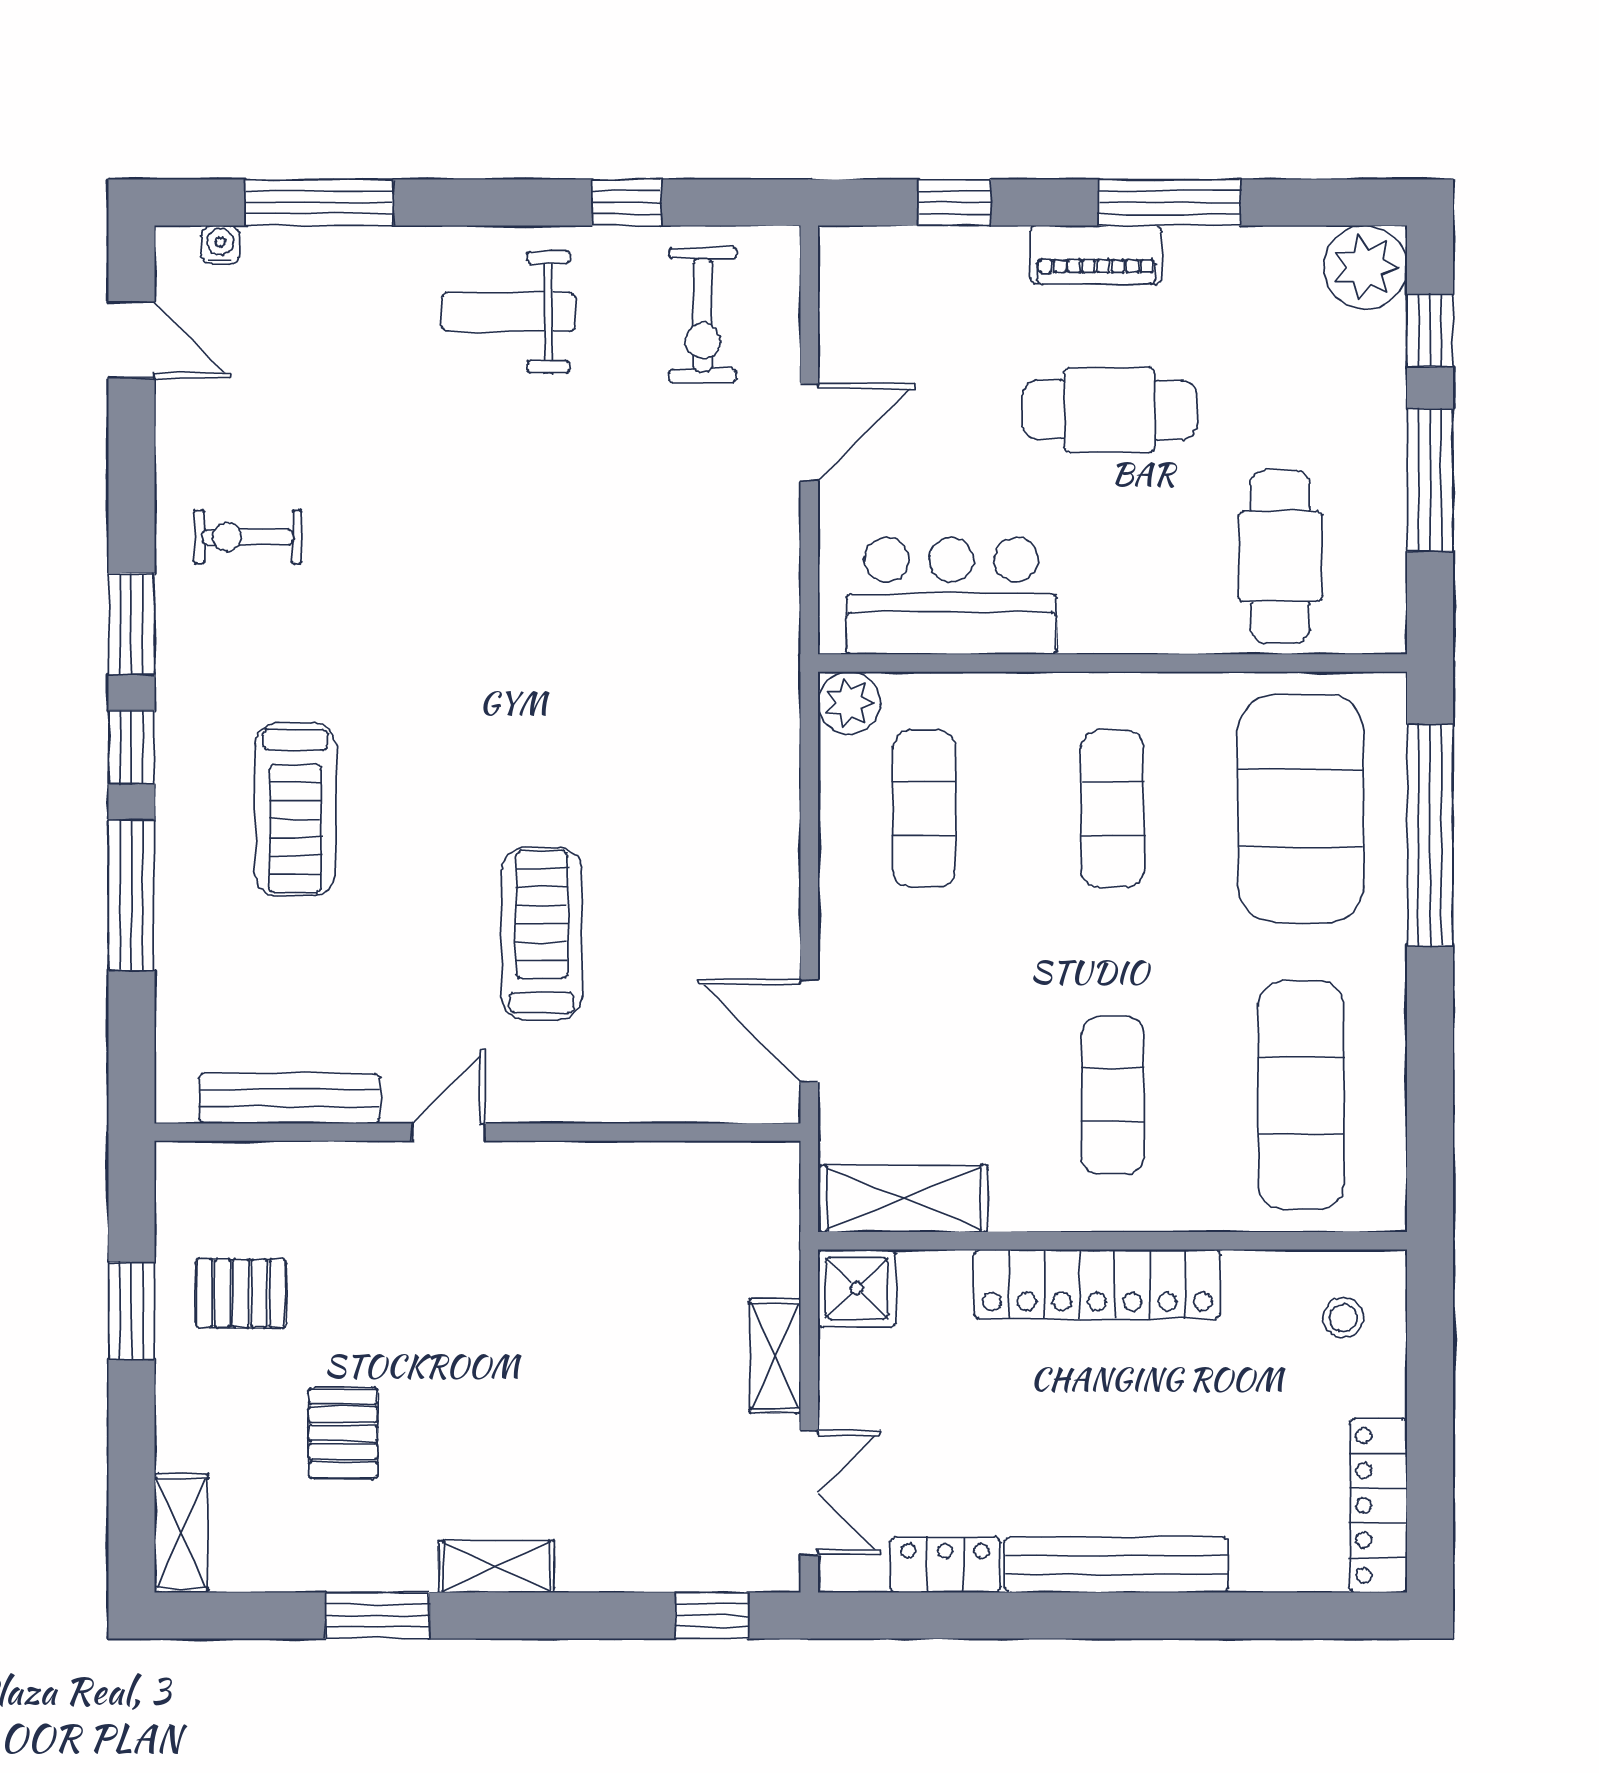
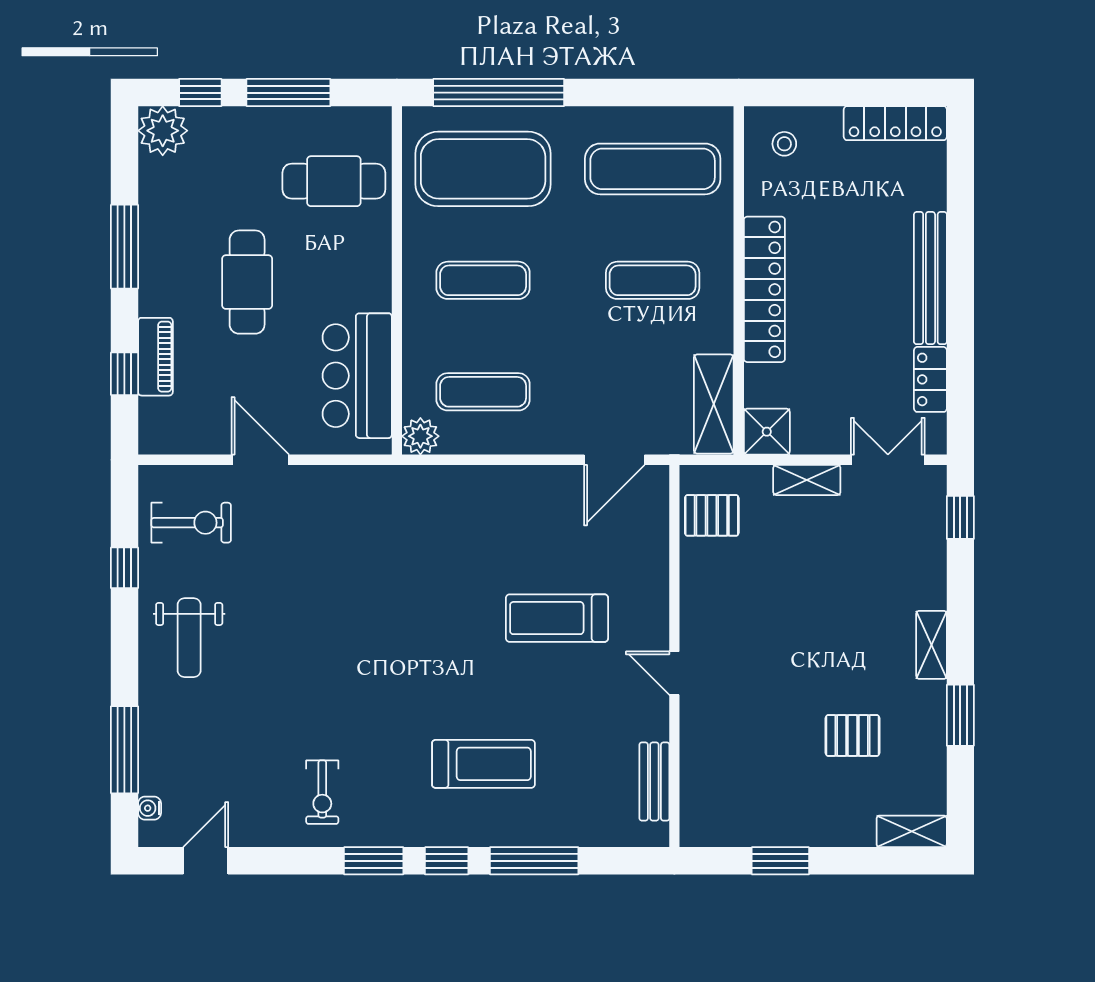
piano: (1096, 255) -> (155, 357), moved
bench: (289, 1098) -> (654, 782), width x0.73
pallet: (241, 1293) -> (712, 515), moved, turned 90

